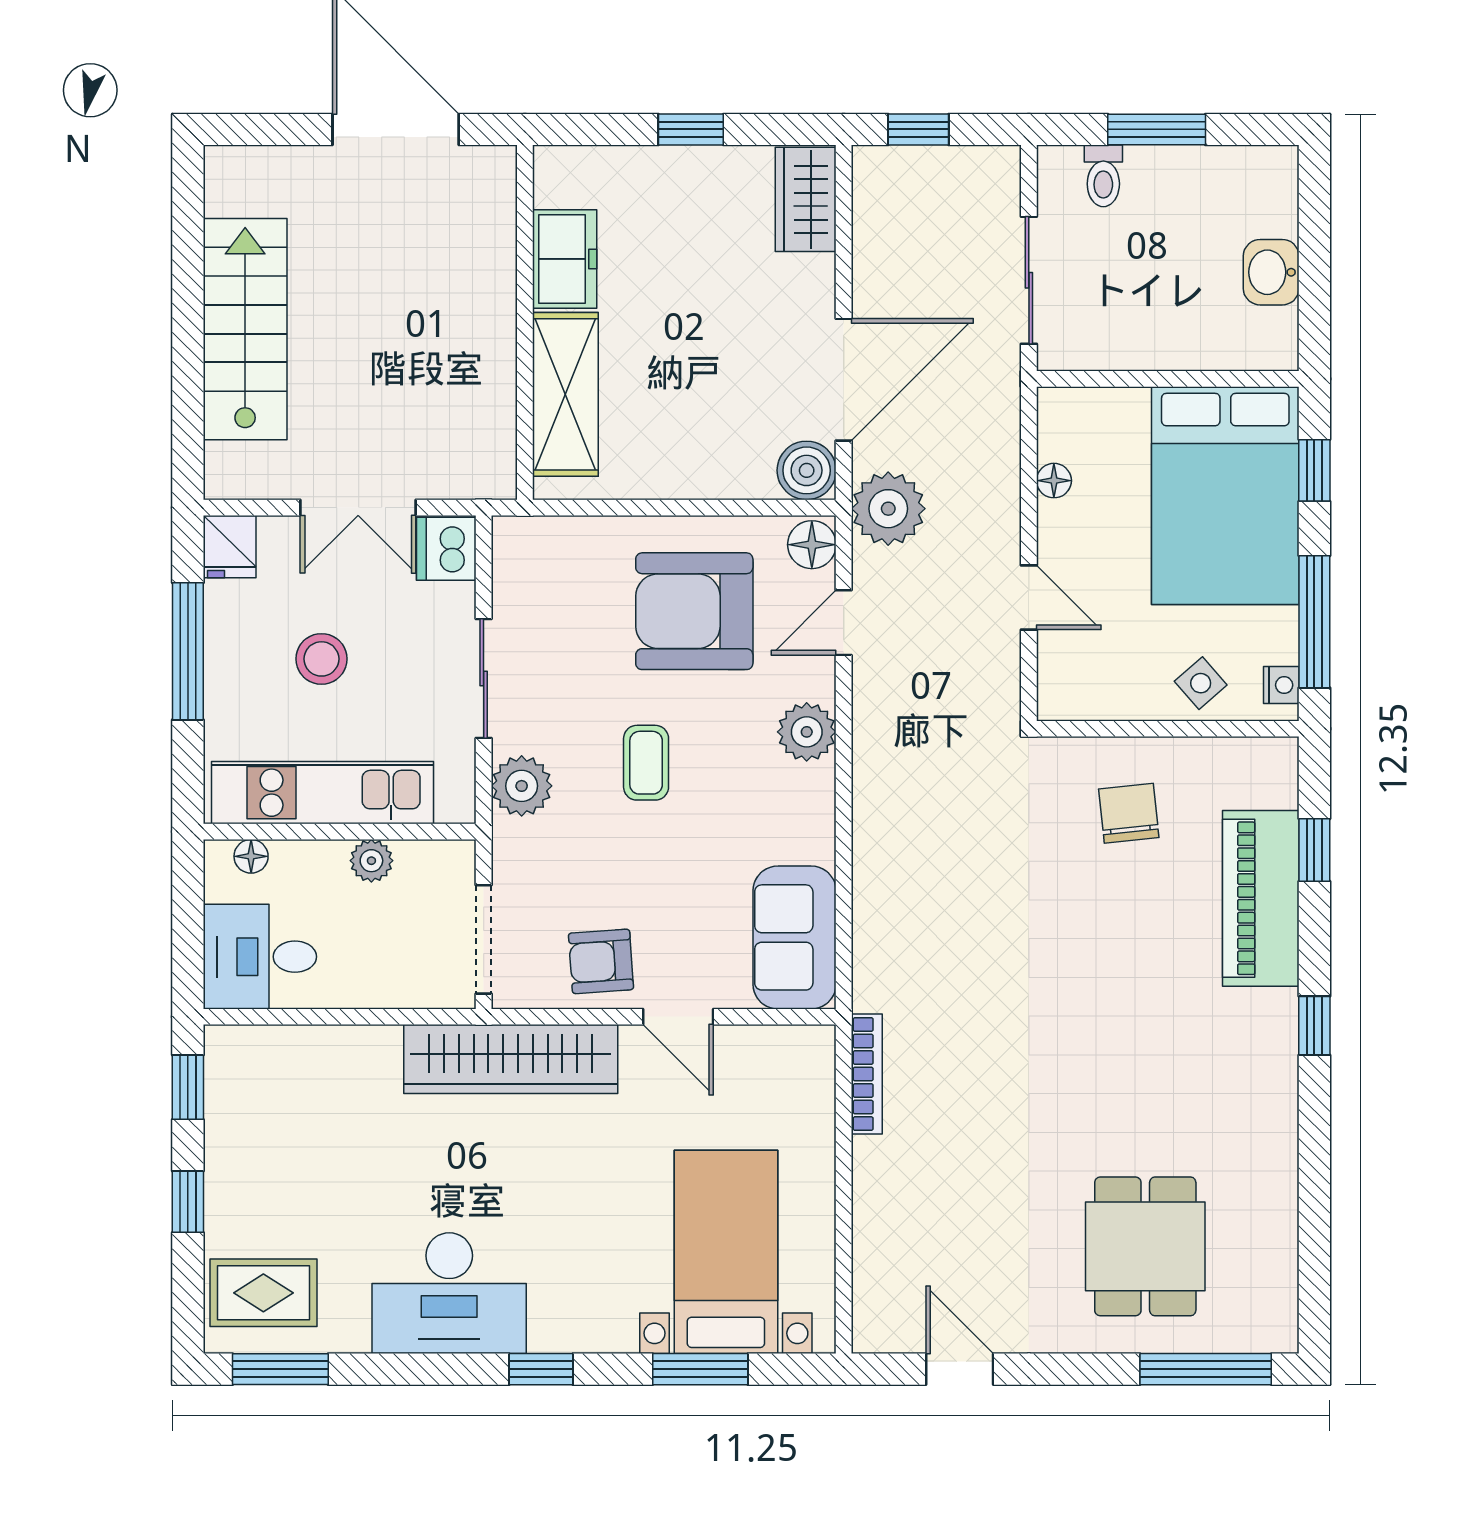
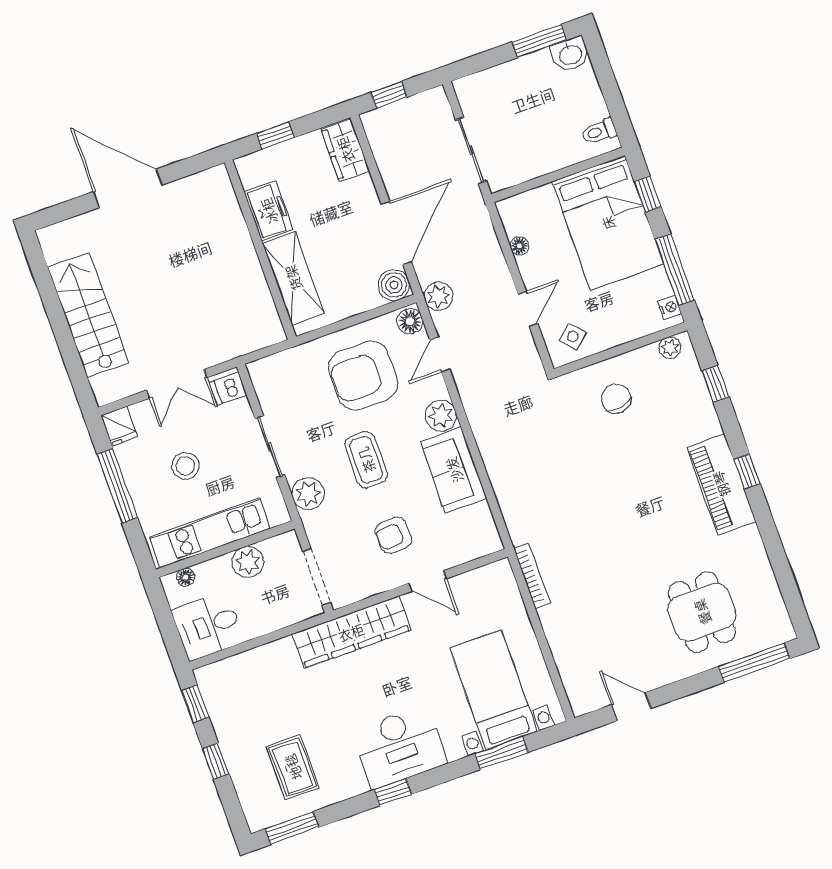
window: (1157, 129) -> (539, 41), moved
toilet: (1103, 176) -> (599, 132), moved, turned 90
freezer: (565, 259) -> (269, 211), moved
washbasin: (1271, 272) -> (570, 54), moved, turned -90
wall: (525, 322) -> (260, 250), moved
shelving: (565, 394) -> (293, 278), moved
plant: (888, 509) -> (438, 296), width x0.73, depth x0.73
dishwasher: (446, 549) -> (228, 389), width x0.73
door: (1029, 597) -> (528, 309), hinge flipped
side table: (1201, 683) -> (573, 336), moved
plant: (1257, 757) -> (670, 348), added
coffee table: (646, 763) -> (366, 460), width x1.36, depth x1.30
plant: (371, 861) -> (248, 562), width x1.38, depth x1.38
piano: (1261, 898) -> (721, 484), moved
sofa: (795, 937) -> (454, 470), moved
armchair: (601, 961) -> (393, 535), moved
rug: (263, 1293) -> (293, 767), moved, turned 90
desk: (449, 1293) -> (400, 747), moved
window: (541, 1369) -> (393, 792), moved

